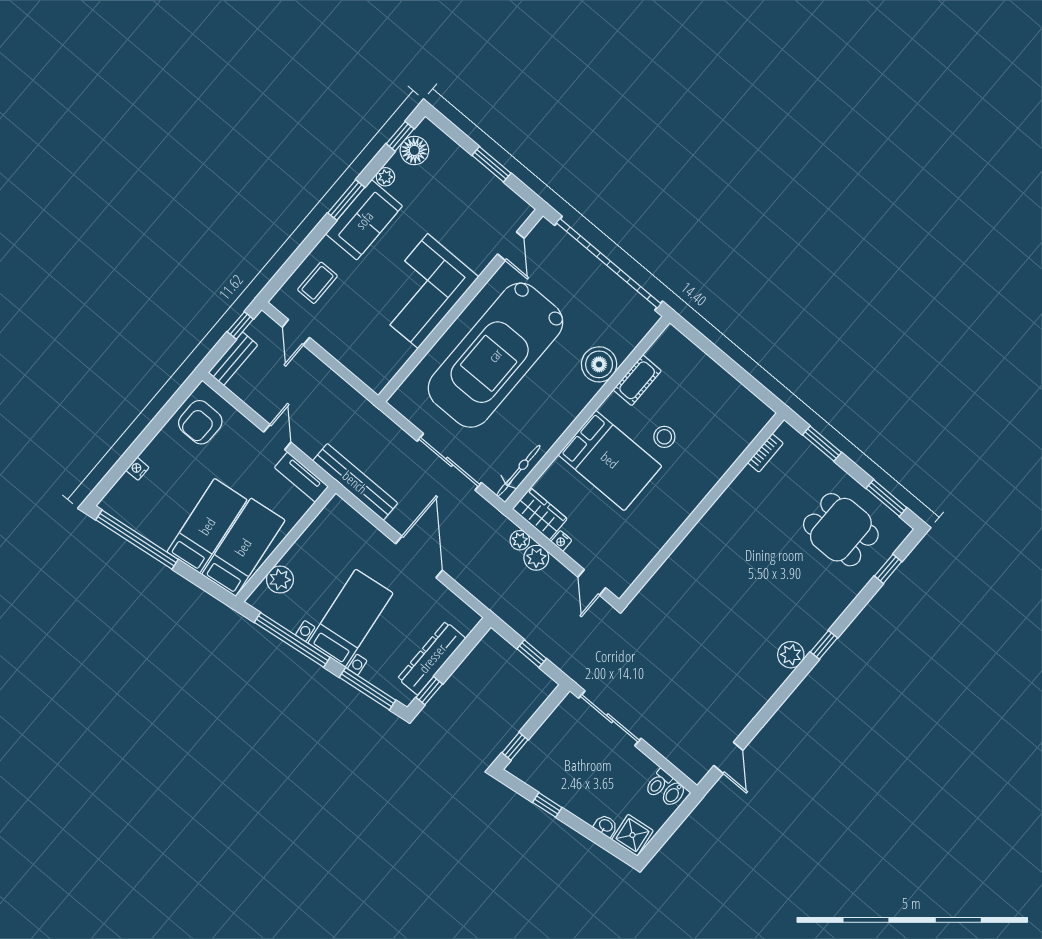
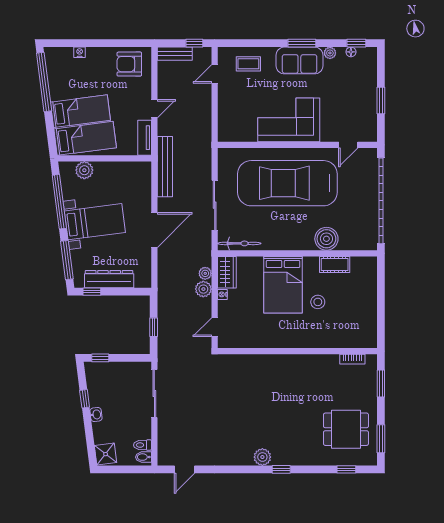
floor lamp: (414, 150) -> (351, 52), width x0.53, depth x0.53
dining table: (841, 530) -> (346, 429), turned 90
washbasin: (606, 826) -> (96, 415), moved

